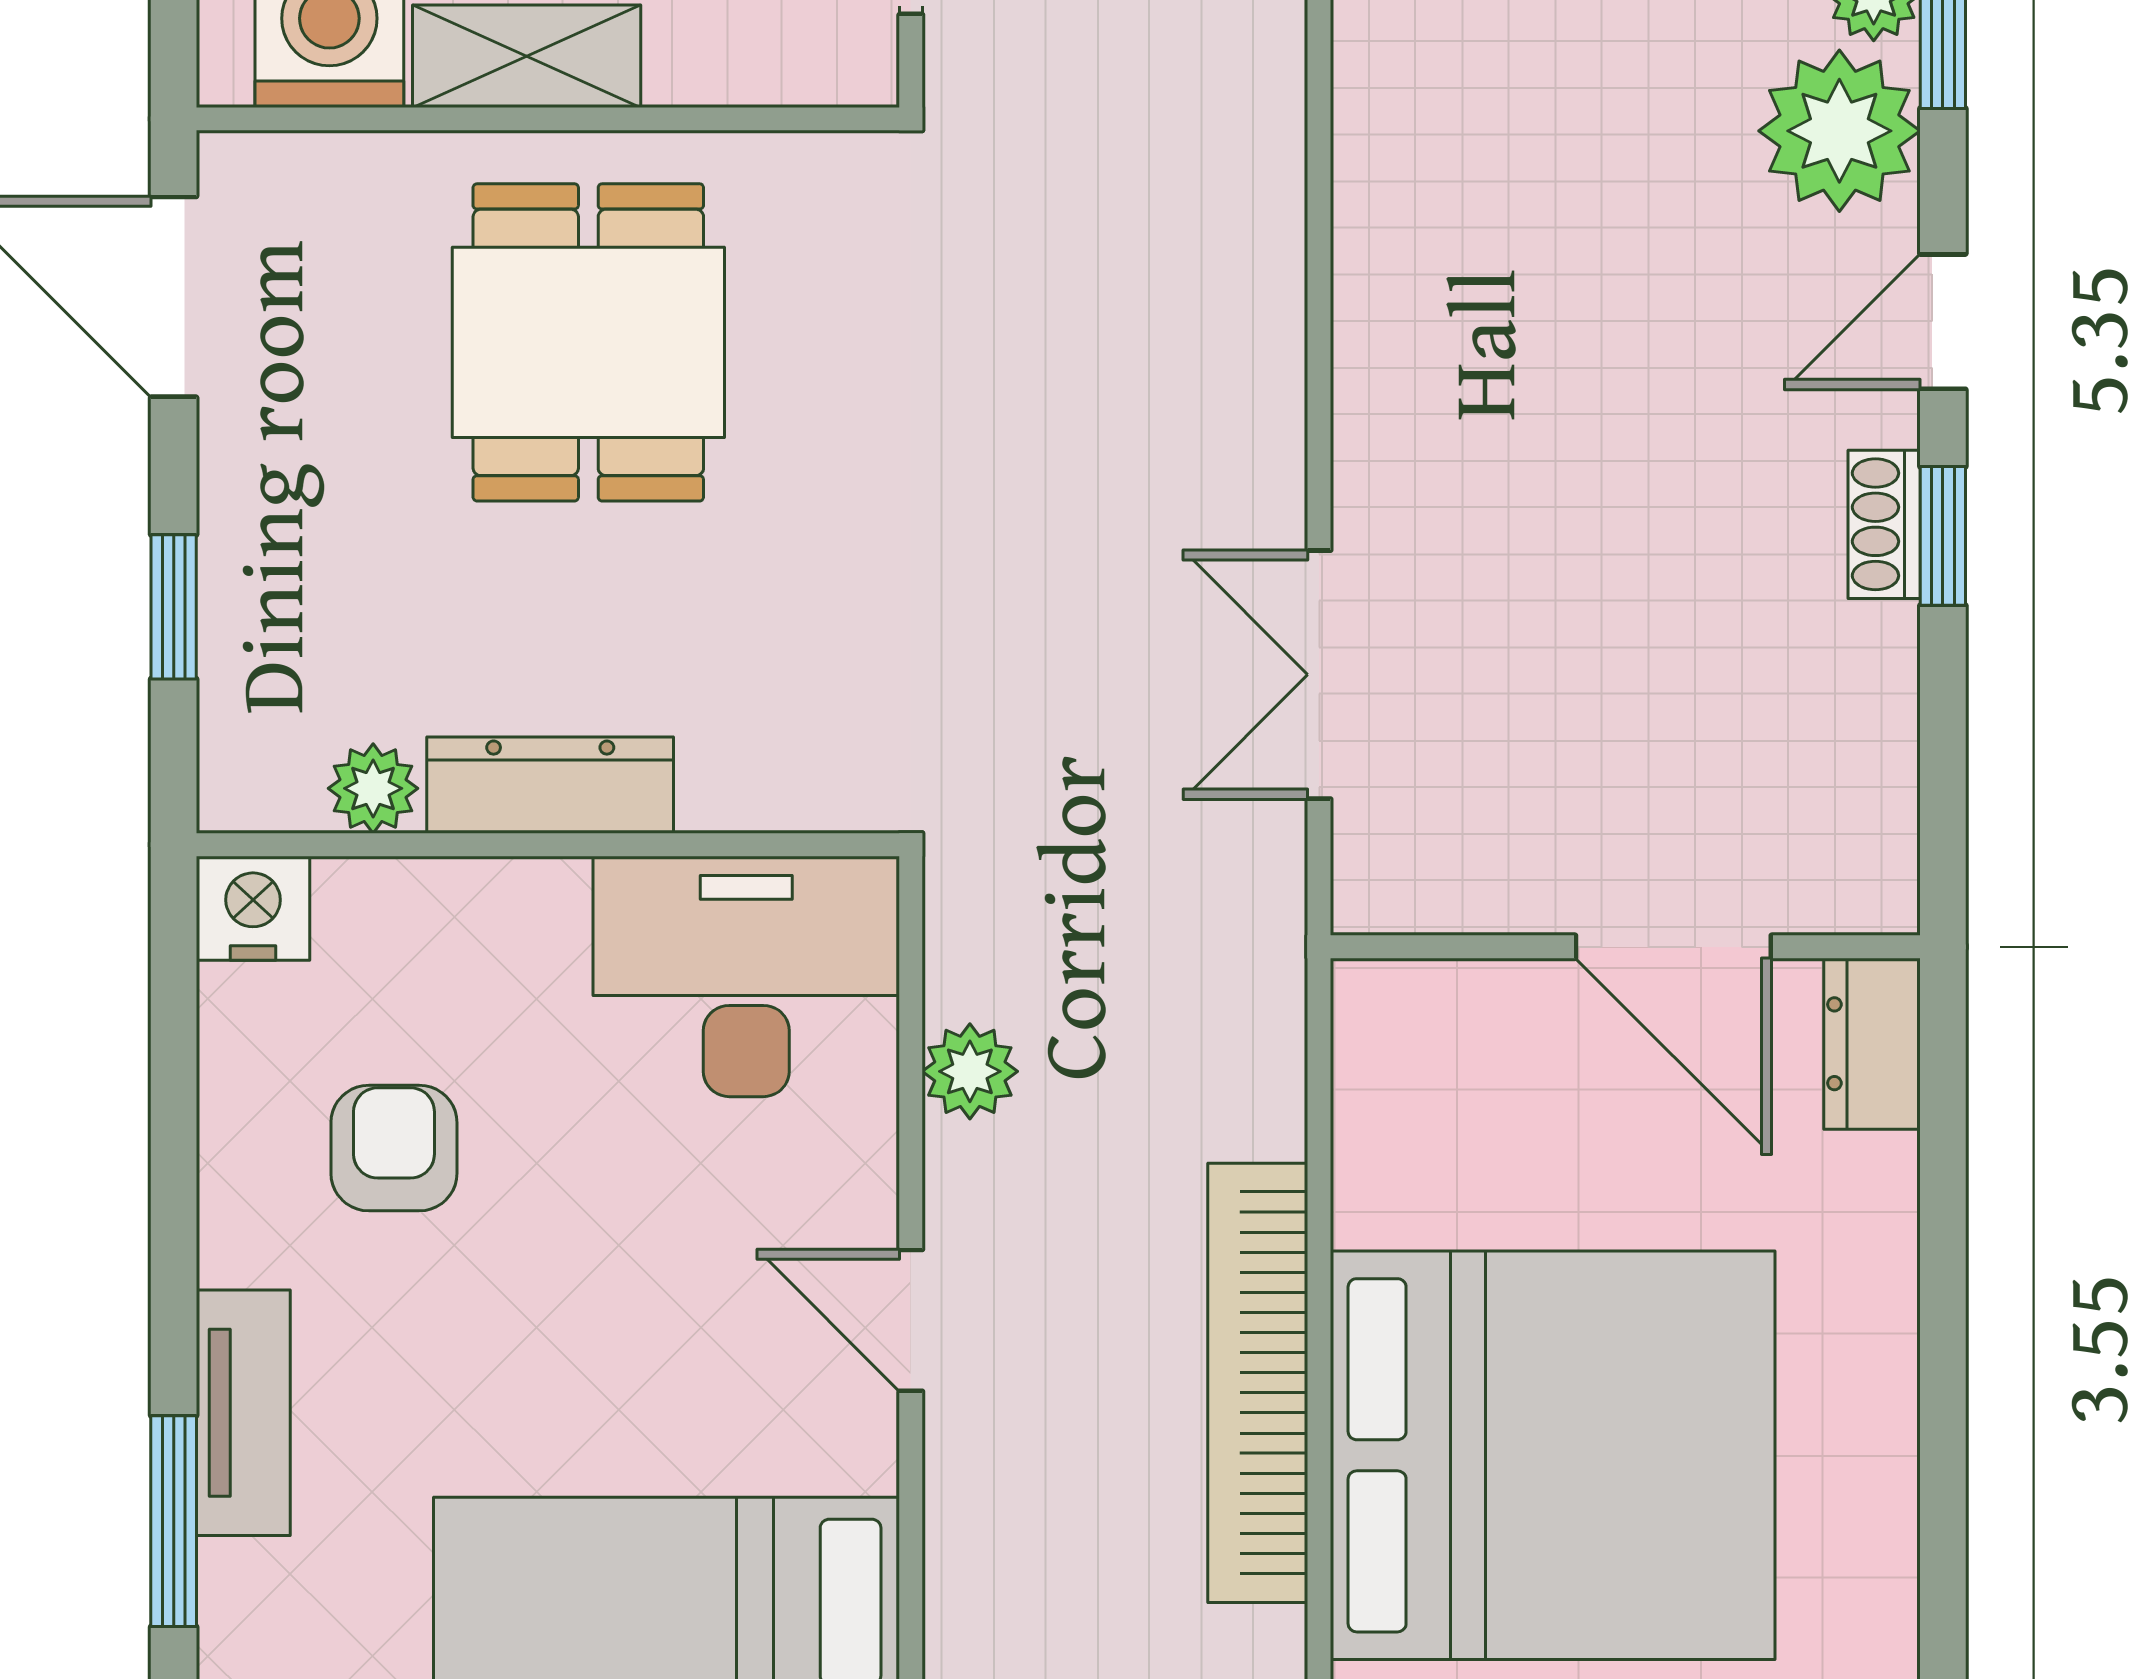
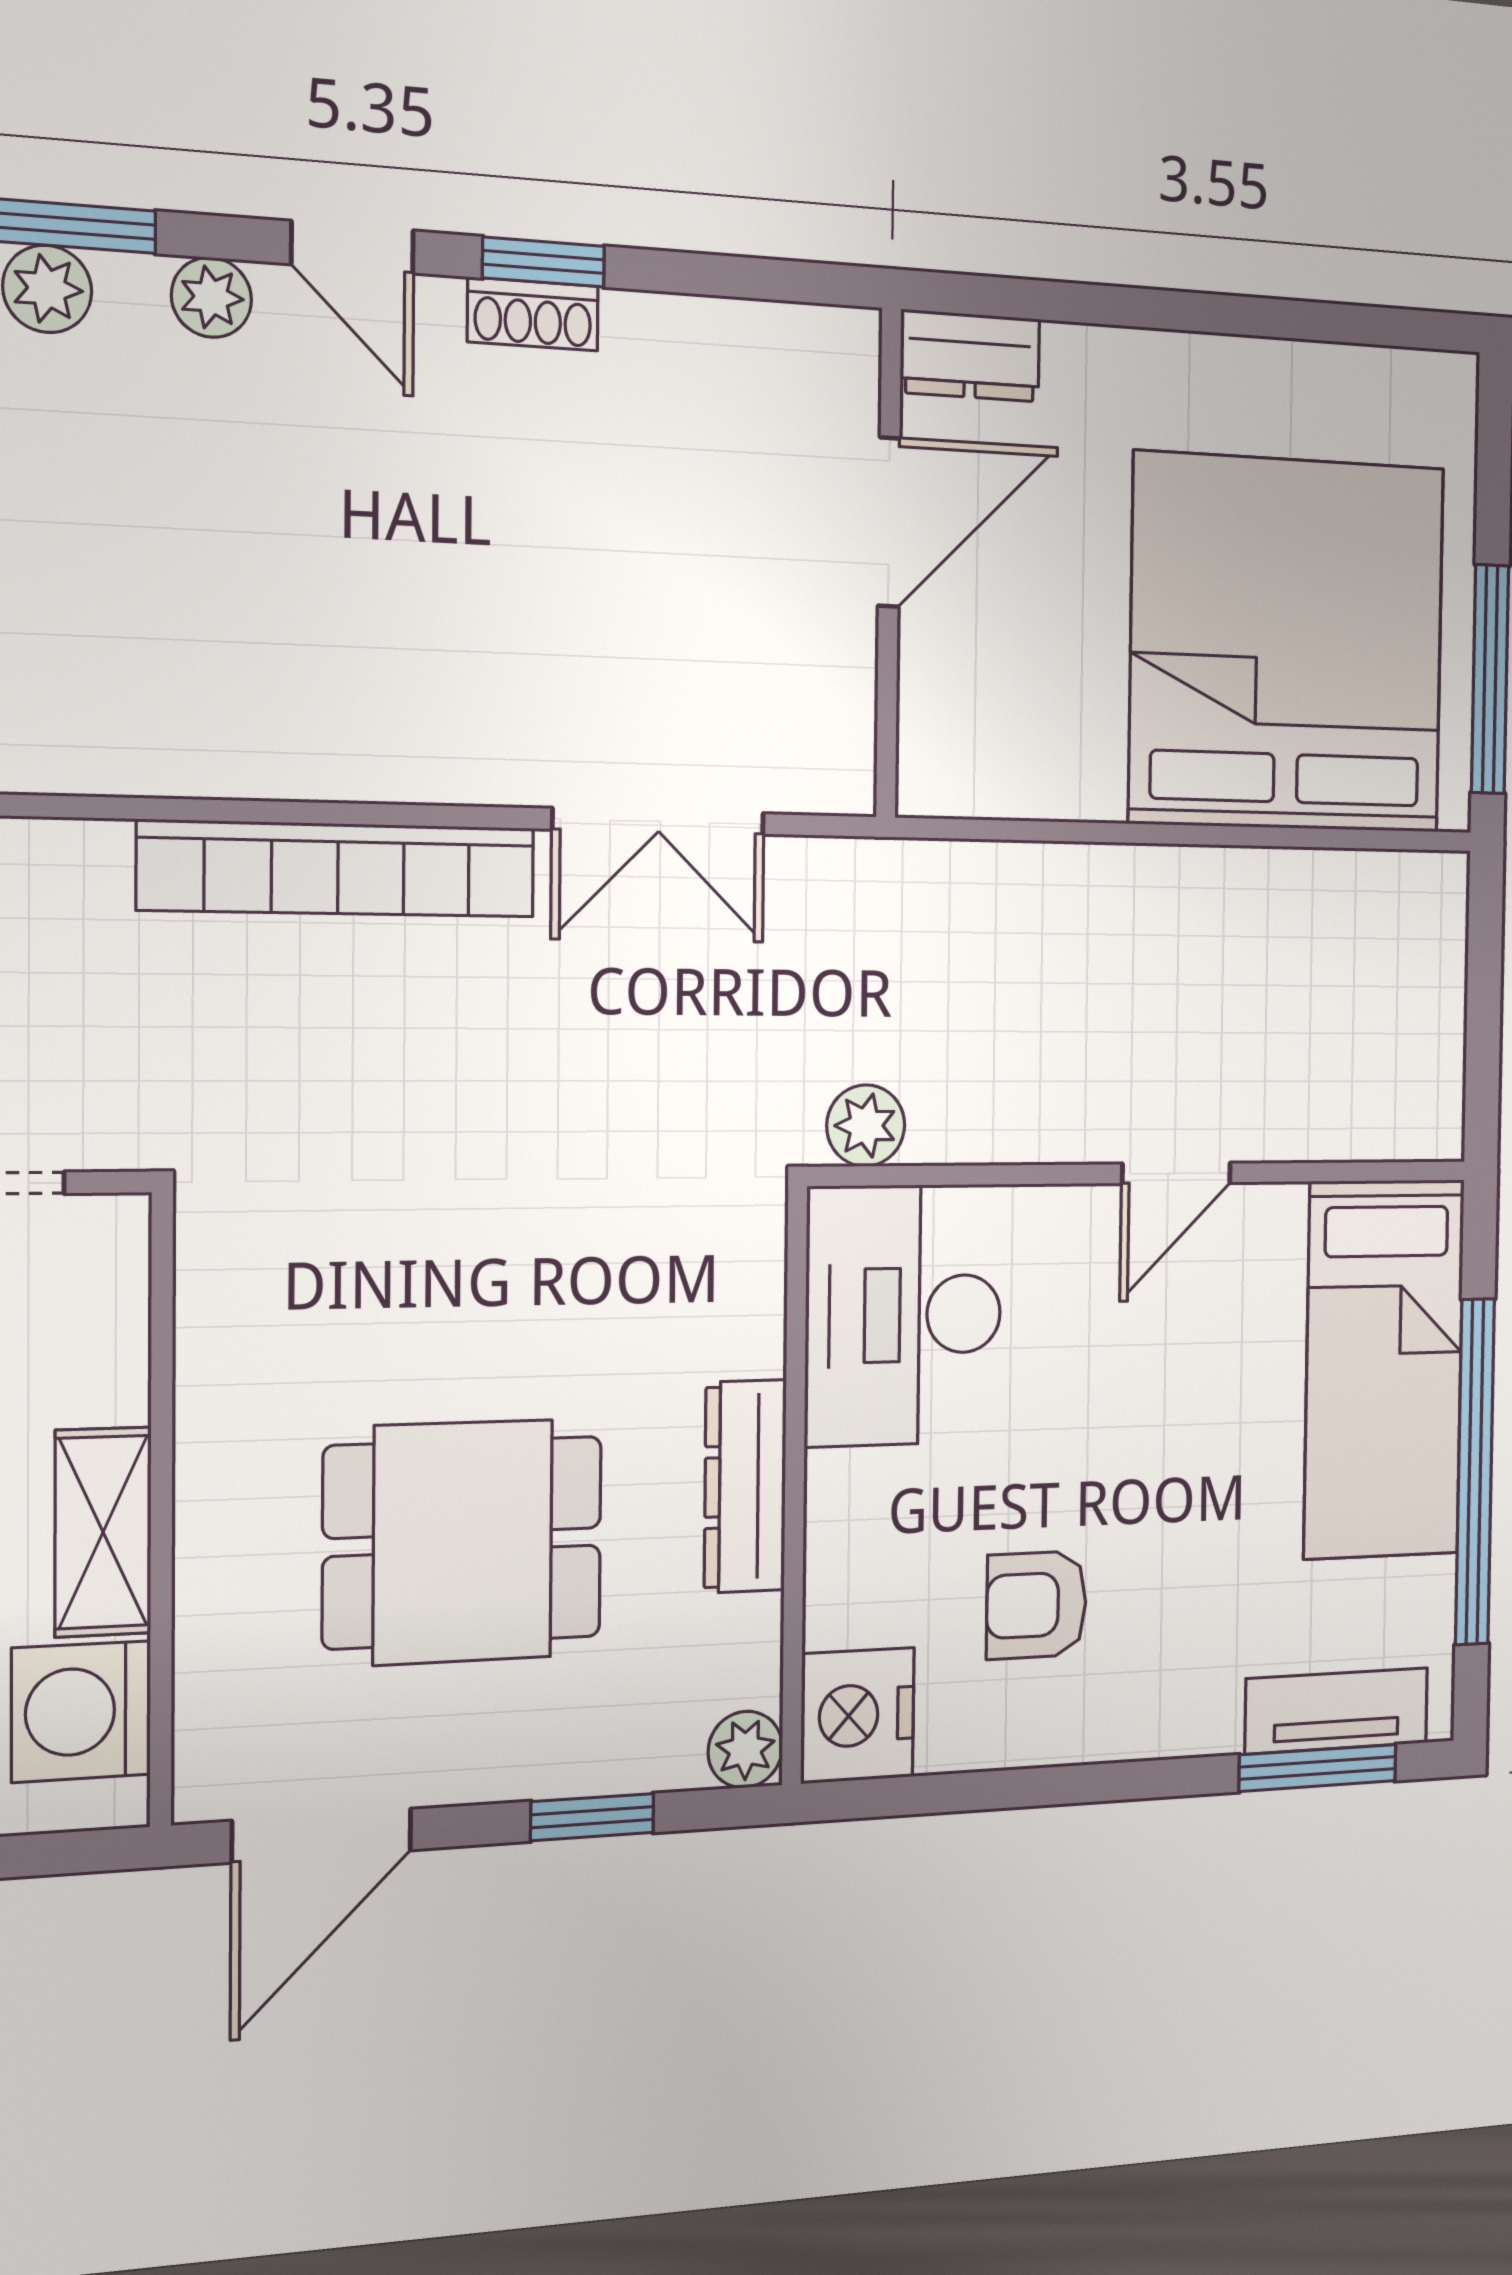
plant: (1839, 131) -> (211, 297), width x0.53, depth x0.53
dining table: (588, 342) -> (463, 1542), moved
plant: (373, 788) -> (745, 1749), moved
nightstand: (253, 908) -> (858, 1715), width x1.36, depth x1.33
plant: (970, 1071) -> (866, 1126), moved
bookcase: (1258, 1383) -> (338, 869), moved
tv unit: (243, 1413) -> (1337, 1711), moved

